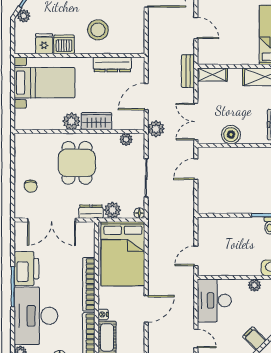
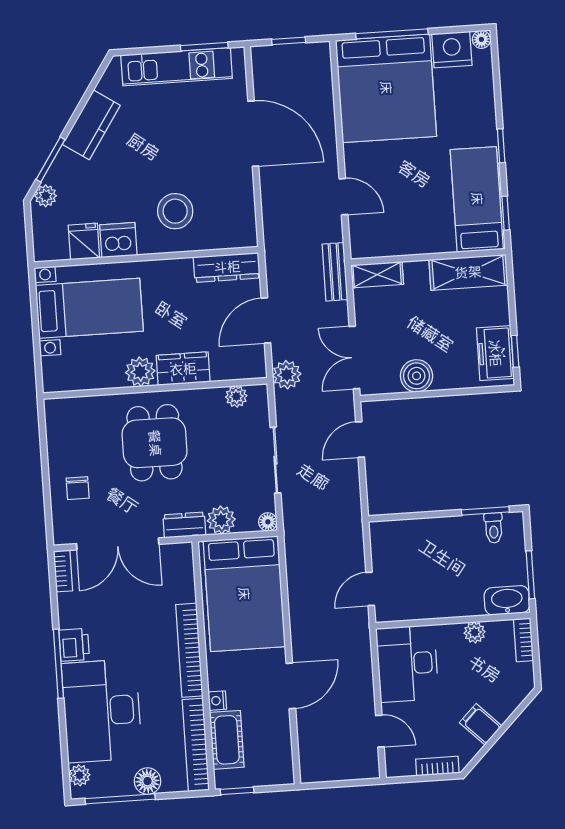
dresser: (112, 64) -> (227, 267), moved
bookcase: (19, 233) -> (63, 571), added
printer: (26, 269) -> (74, 645), width x0.53, depth x0.68

